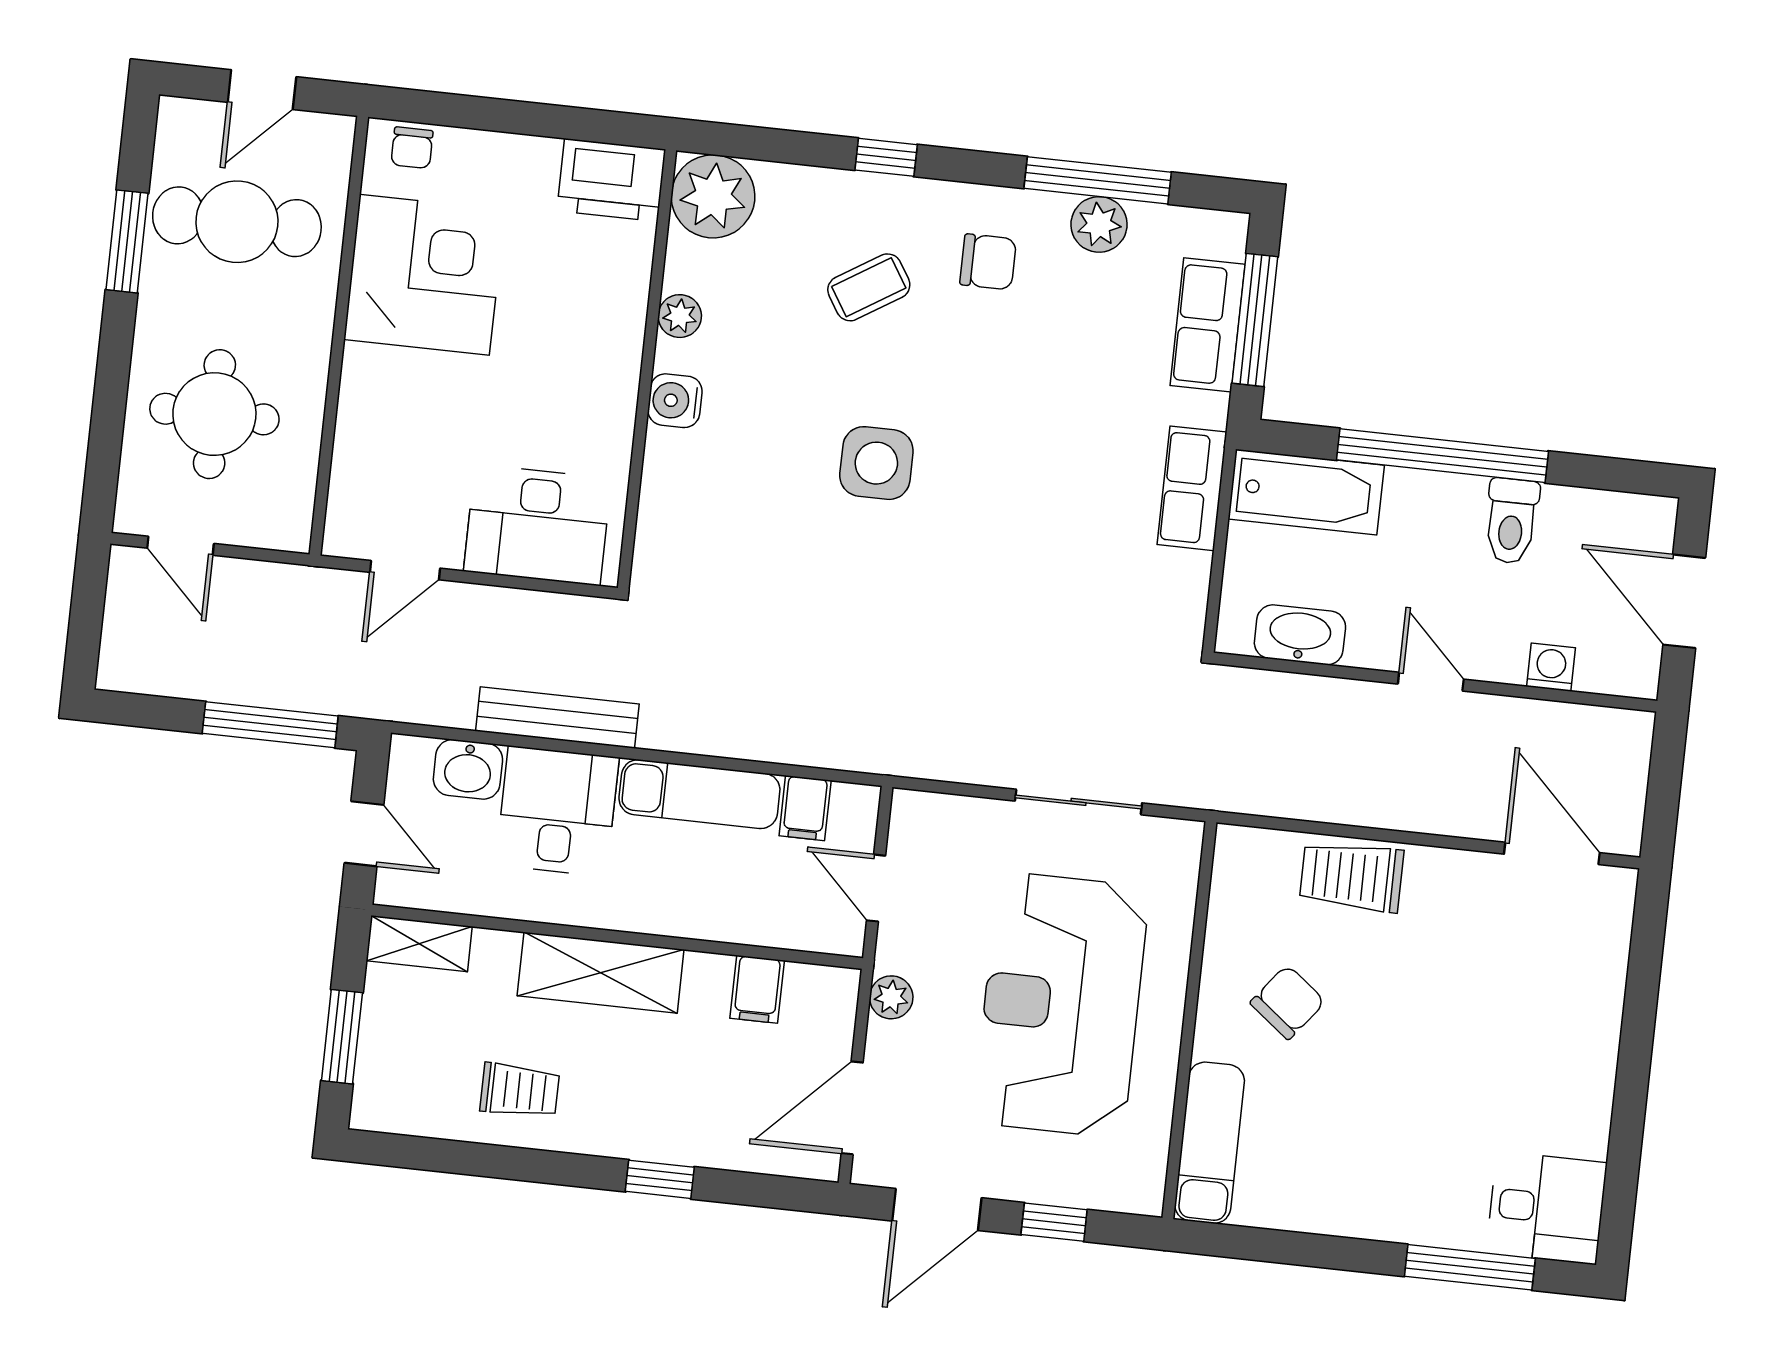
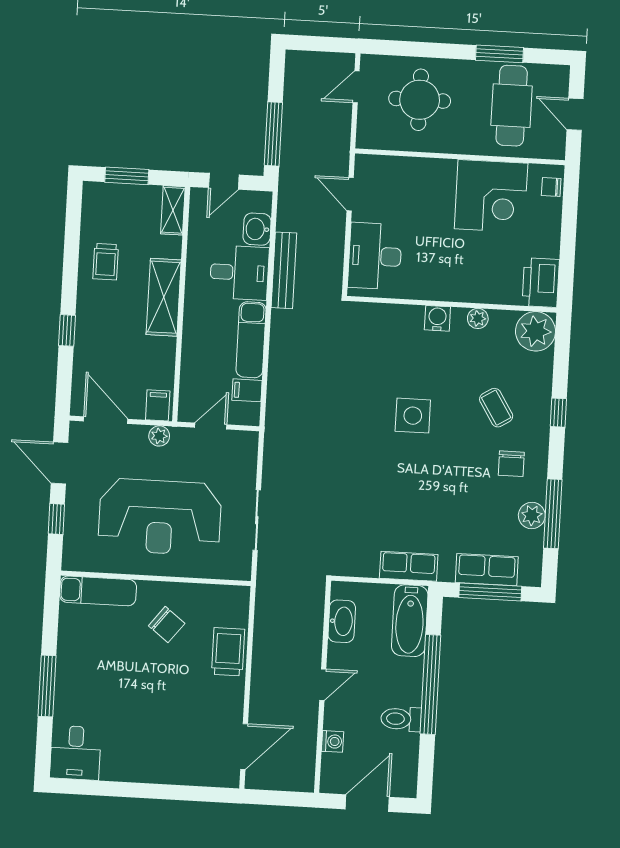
filing cabinet: (757, 989) -> (158, 405), moved, turned 90
reception desk: (1061, 1005) -> (160, 517), turned 180
window: (1470, 1267) -> (47, 686), moved

